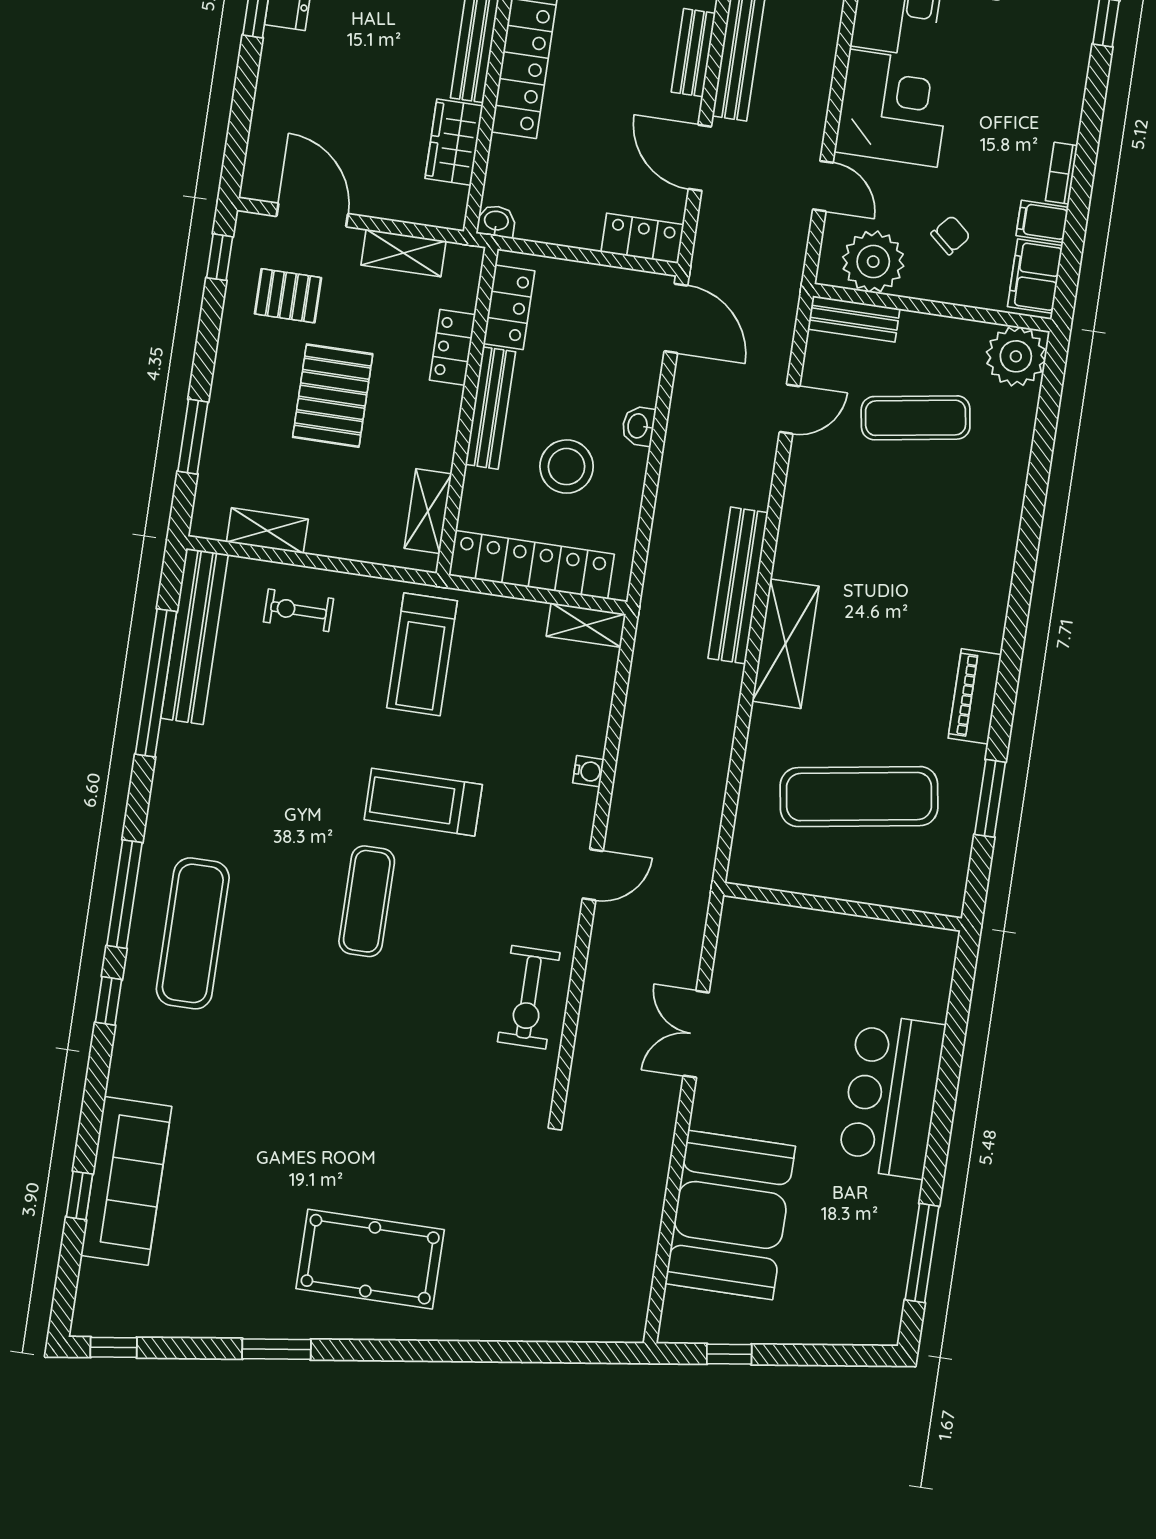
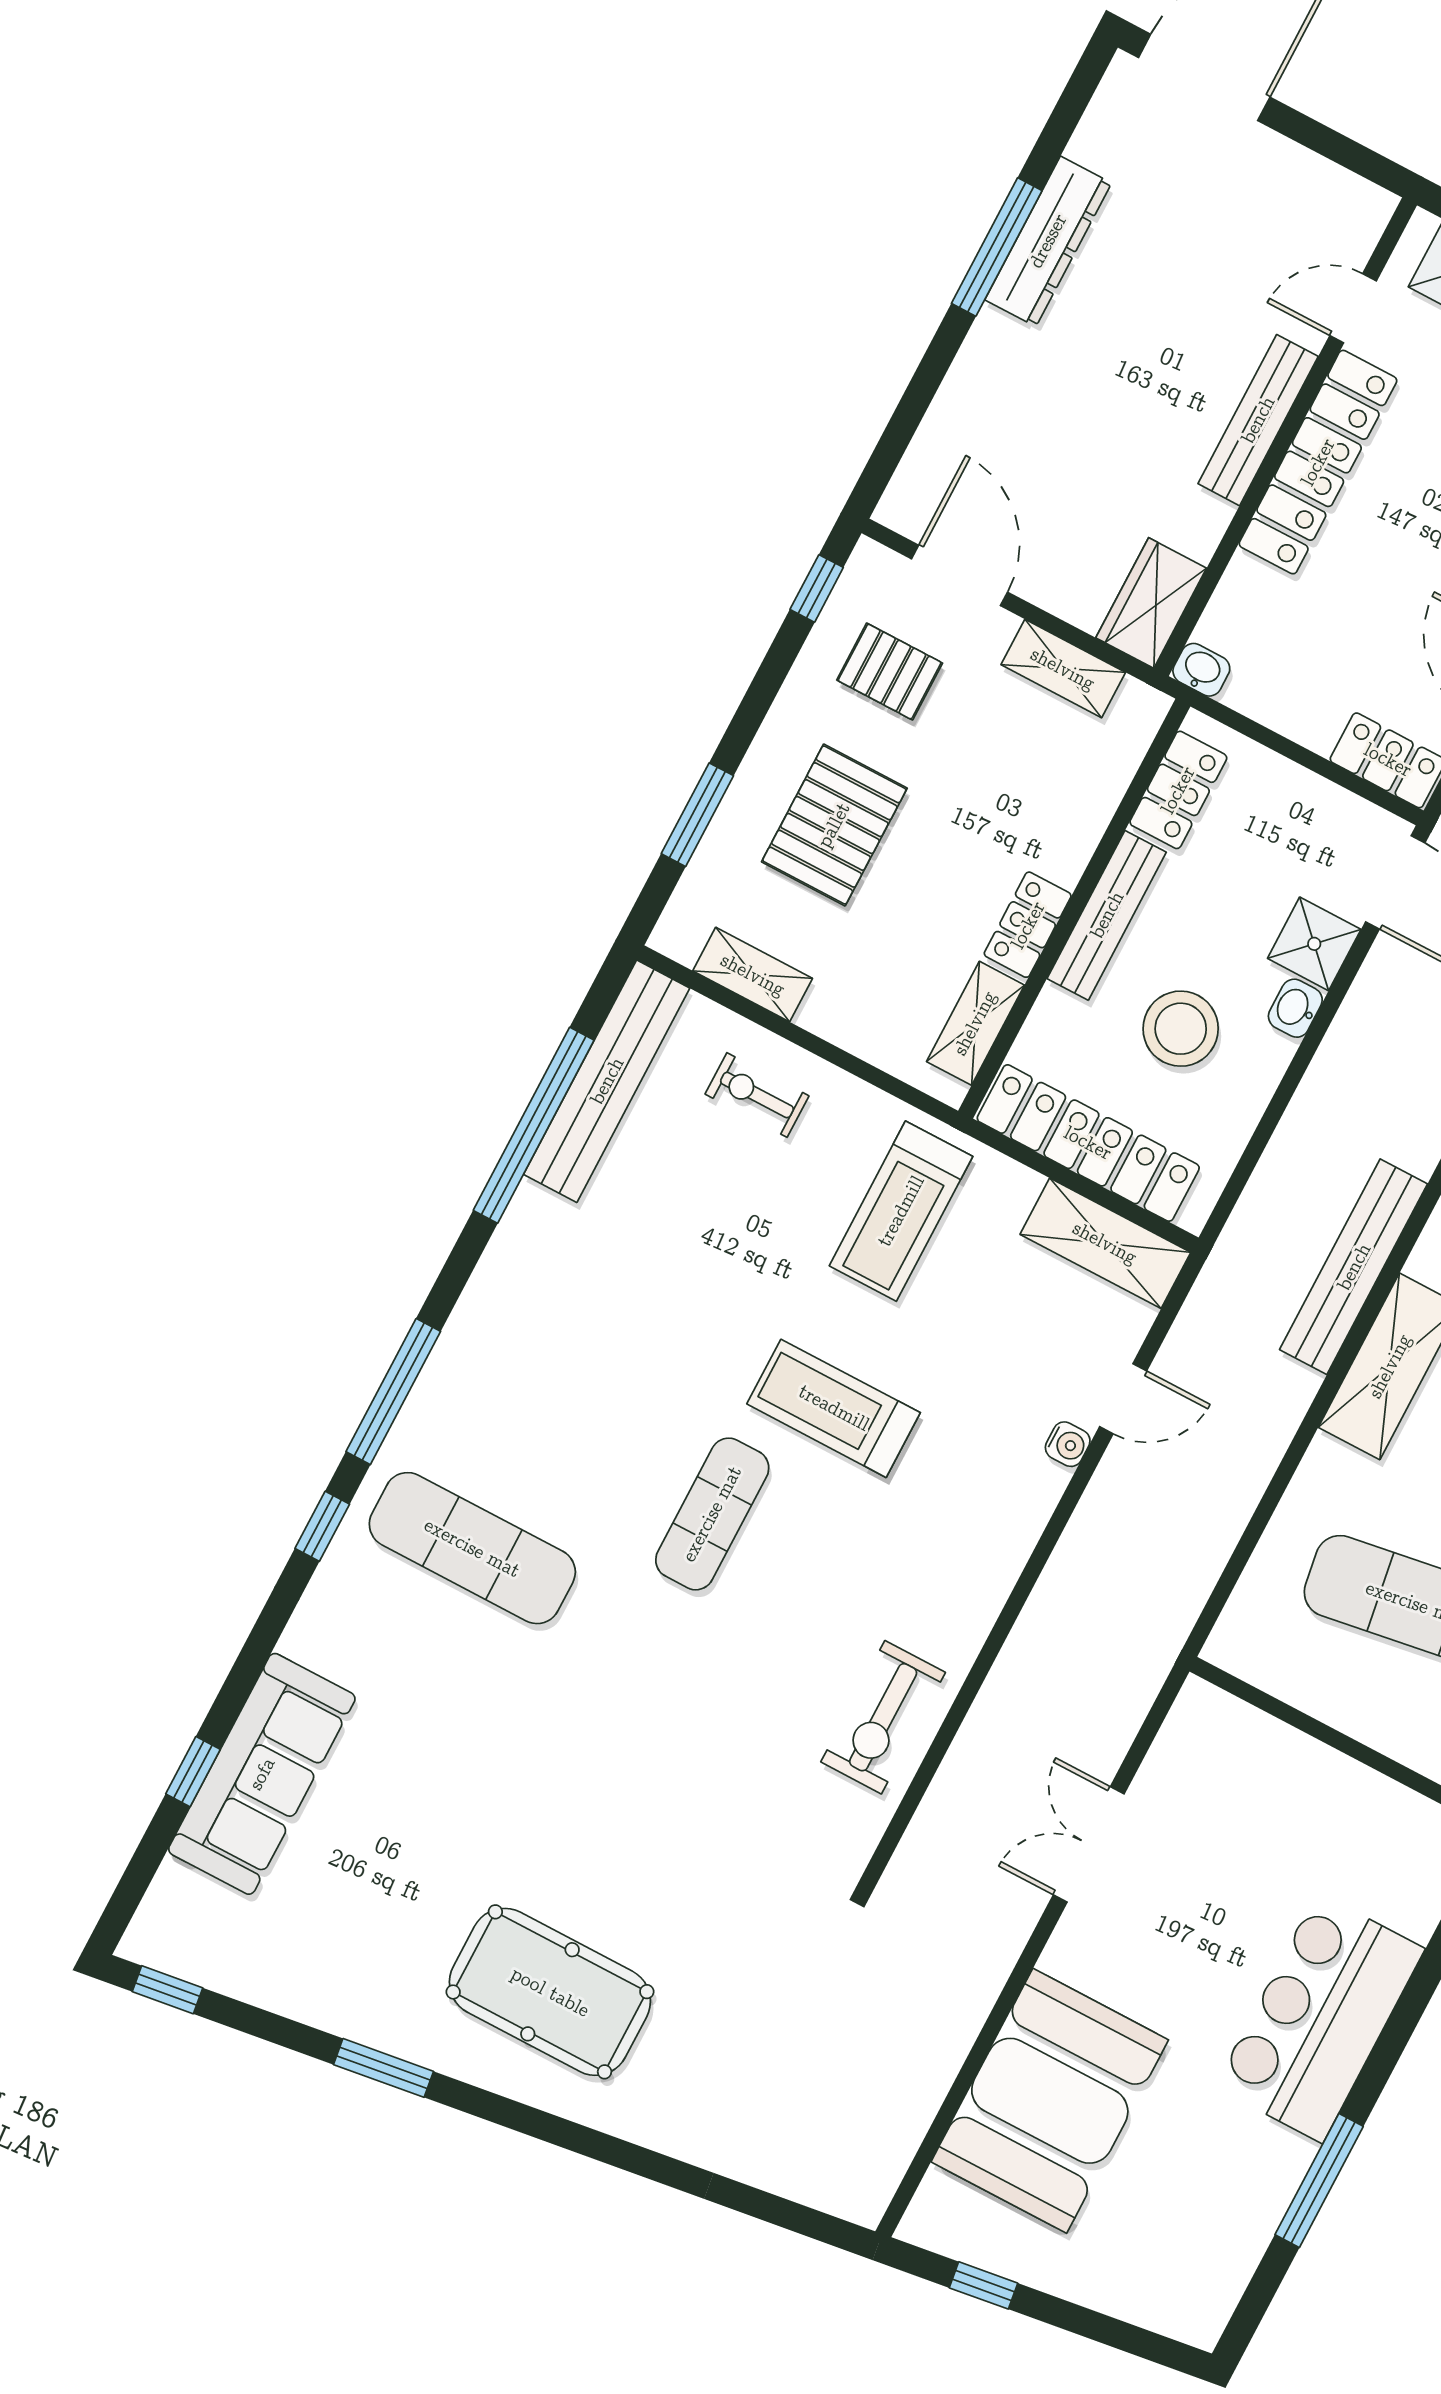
wardrobe: (454, 142) -> (1151, 603), moved
locker: (452, 347) -> (1028, 925), moved
shower: (636, 378) -> (1314, 944), added
pallet: (333, 396) -> (834, 825), moved
shelving: (586, 625) -> (1105, 1243), width x1.50, depth x1.33
door: (593, 875) -> (1123, 1399), moved
exercise mat: (193, 933) -> (472, 1548), moved, turned 90
window: (922, 1253) -> (1319, 2181), moved

